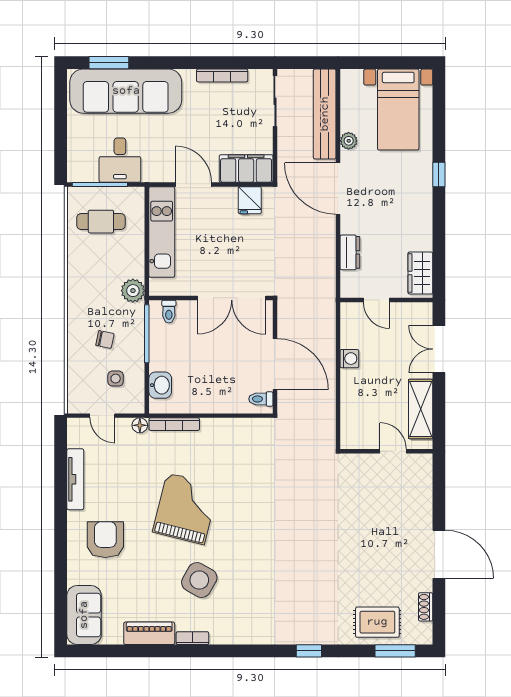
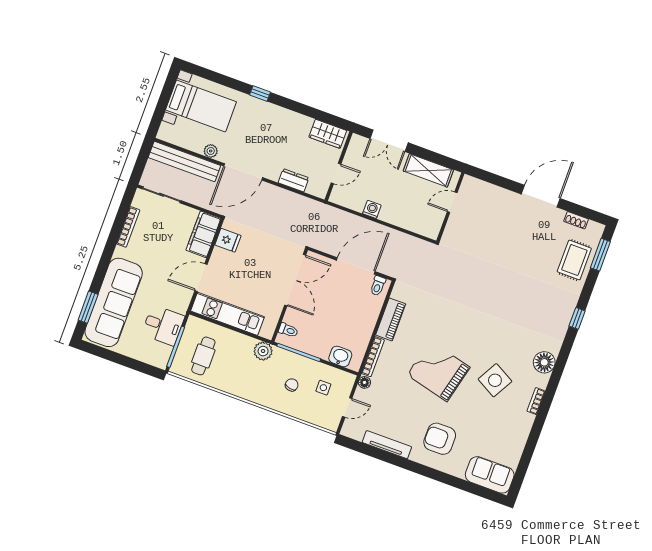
floor lamp: (242, 631) -> (544, 362), added
piano: (149, 633) -> (391, 319), moved, turned 180

